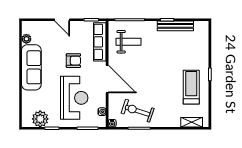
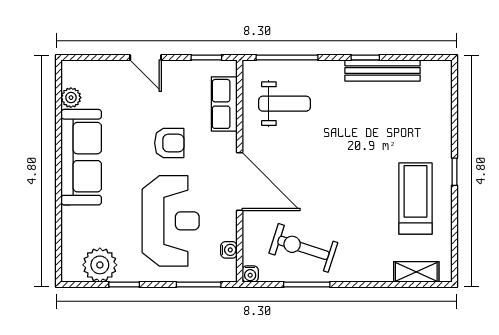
row of seats: (100, 42) -> (224, 104), width x0.68

